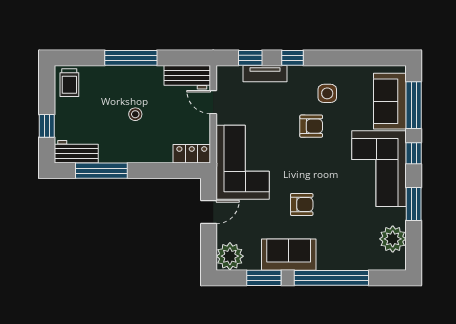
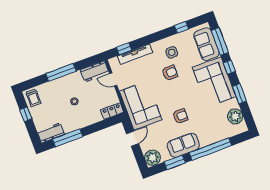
window: (292, 58) -> (182, 27), moved
tv unit: (265, 74) -> (135, 54), width x1.41
window: (47, 126) -> (26, 114), moved

